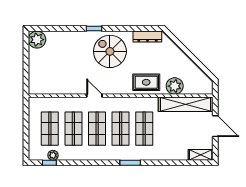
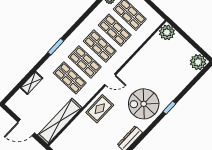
spiral stairs: (110, 51) -> (144, 104), turned 180
plant: (175, 86) -> (167, 32), moved
door: (94, 96) -> (110, 80), moved
shelving: (201, 155) -> (31, 83), moved

